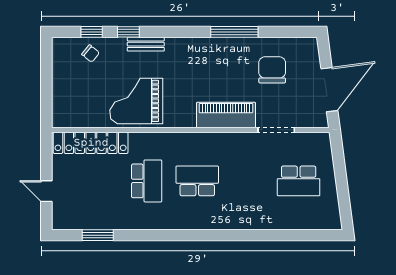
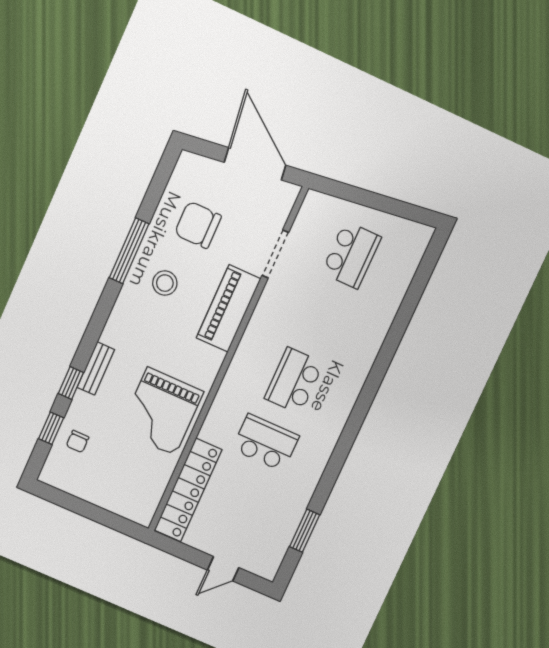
chair: (91, 53) -> (77, 441), turned 141
stool: (224, 65) -> (165, 283), added

